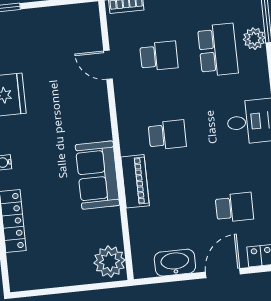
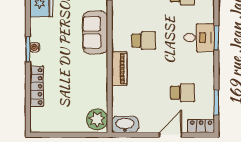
sofa: (97, 175) -> (95, 32), moved
washbasin: (175, 263) -> (125, 125), moved

